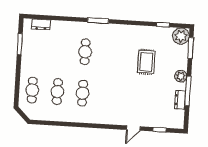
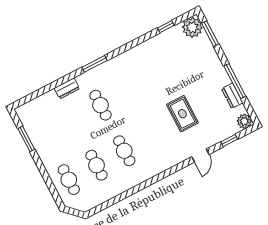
dresser: (41, 24) -> (67, 88), moved
rug: (146, 62) -> (182, 114), moved
plant: (181, 76) -> (244, 121), moved

